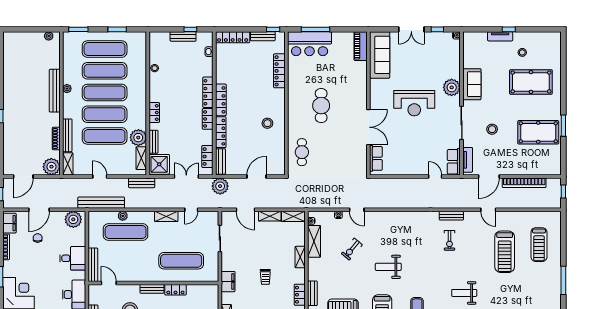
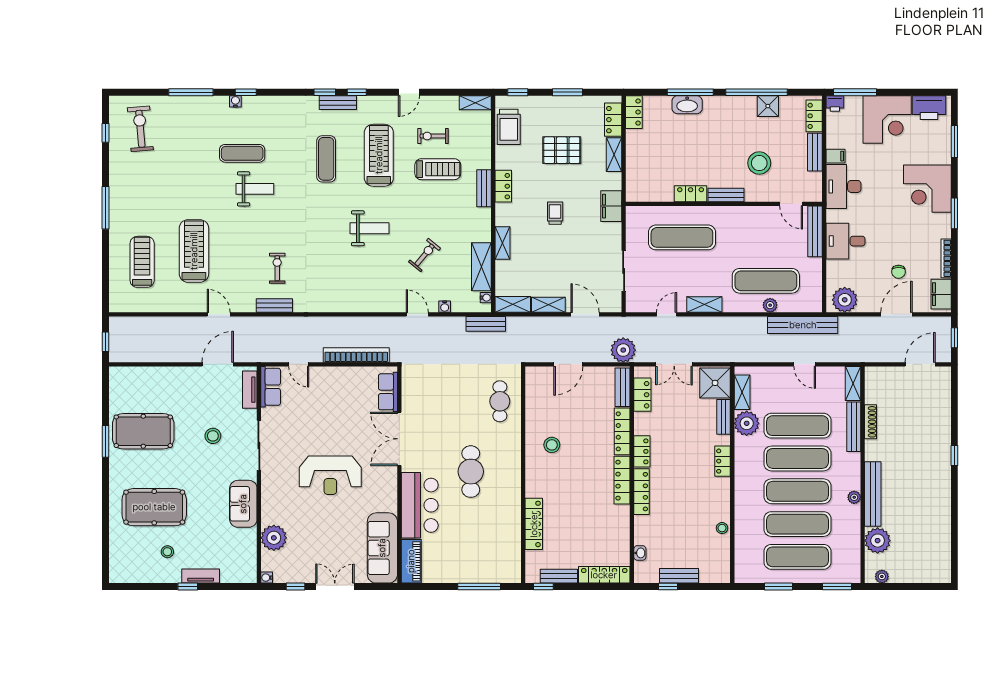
bar counter: (310, 44) -> (420, 505), moved, turned 90
plant: (452, 87) -> (274, 538), moved
reception desk: (414, 103) -> (330, 475), turned 180
plant: (51, 167) -> (878, 541), moved
bench: (142, 183) -> (486, 324), moved
bookcase: (524, 183) -> (356, 355), moved

